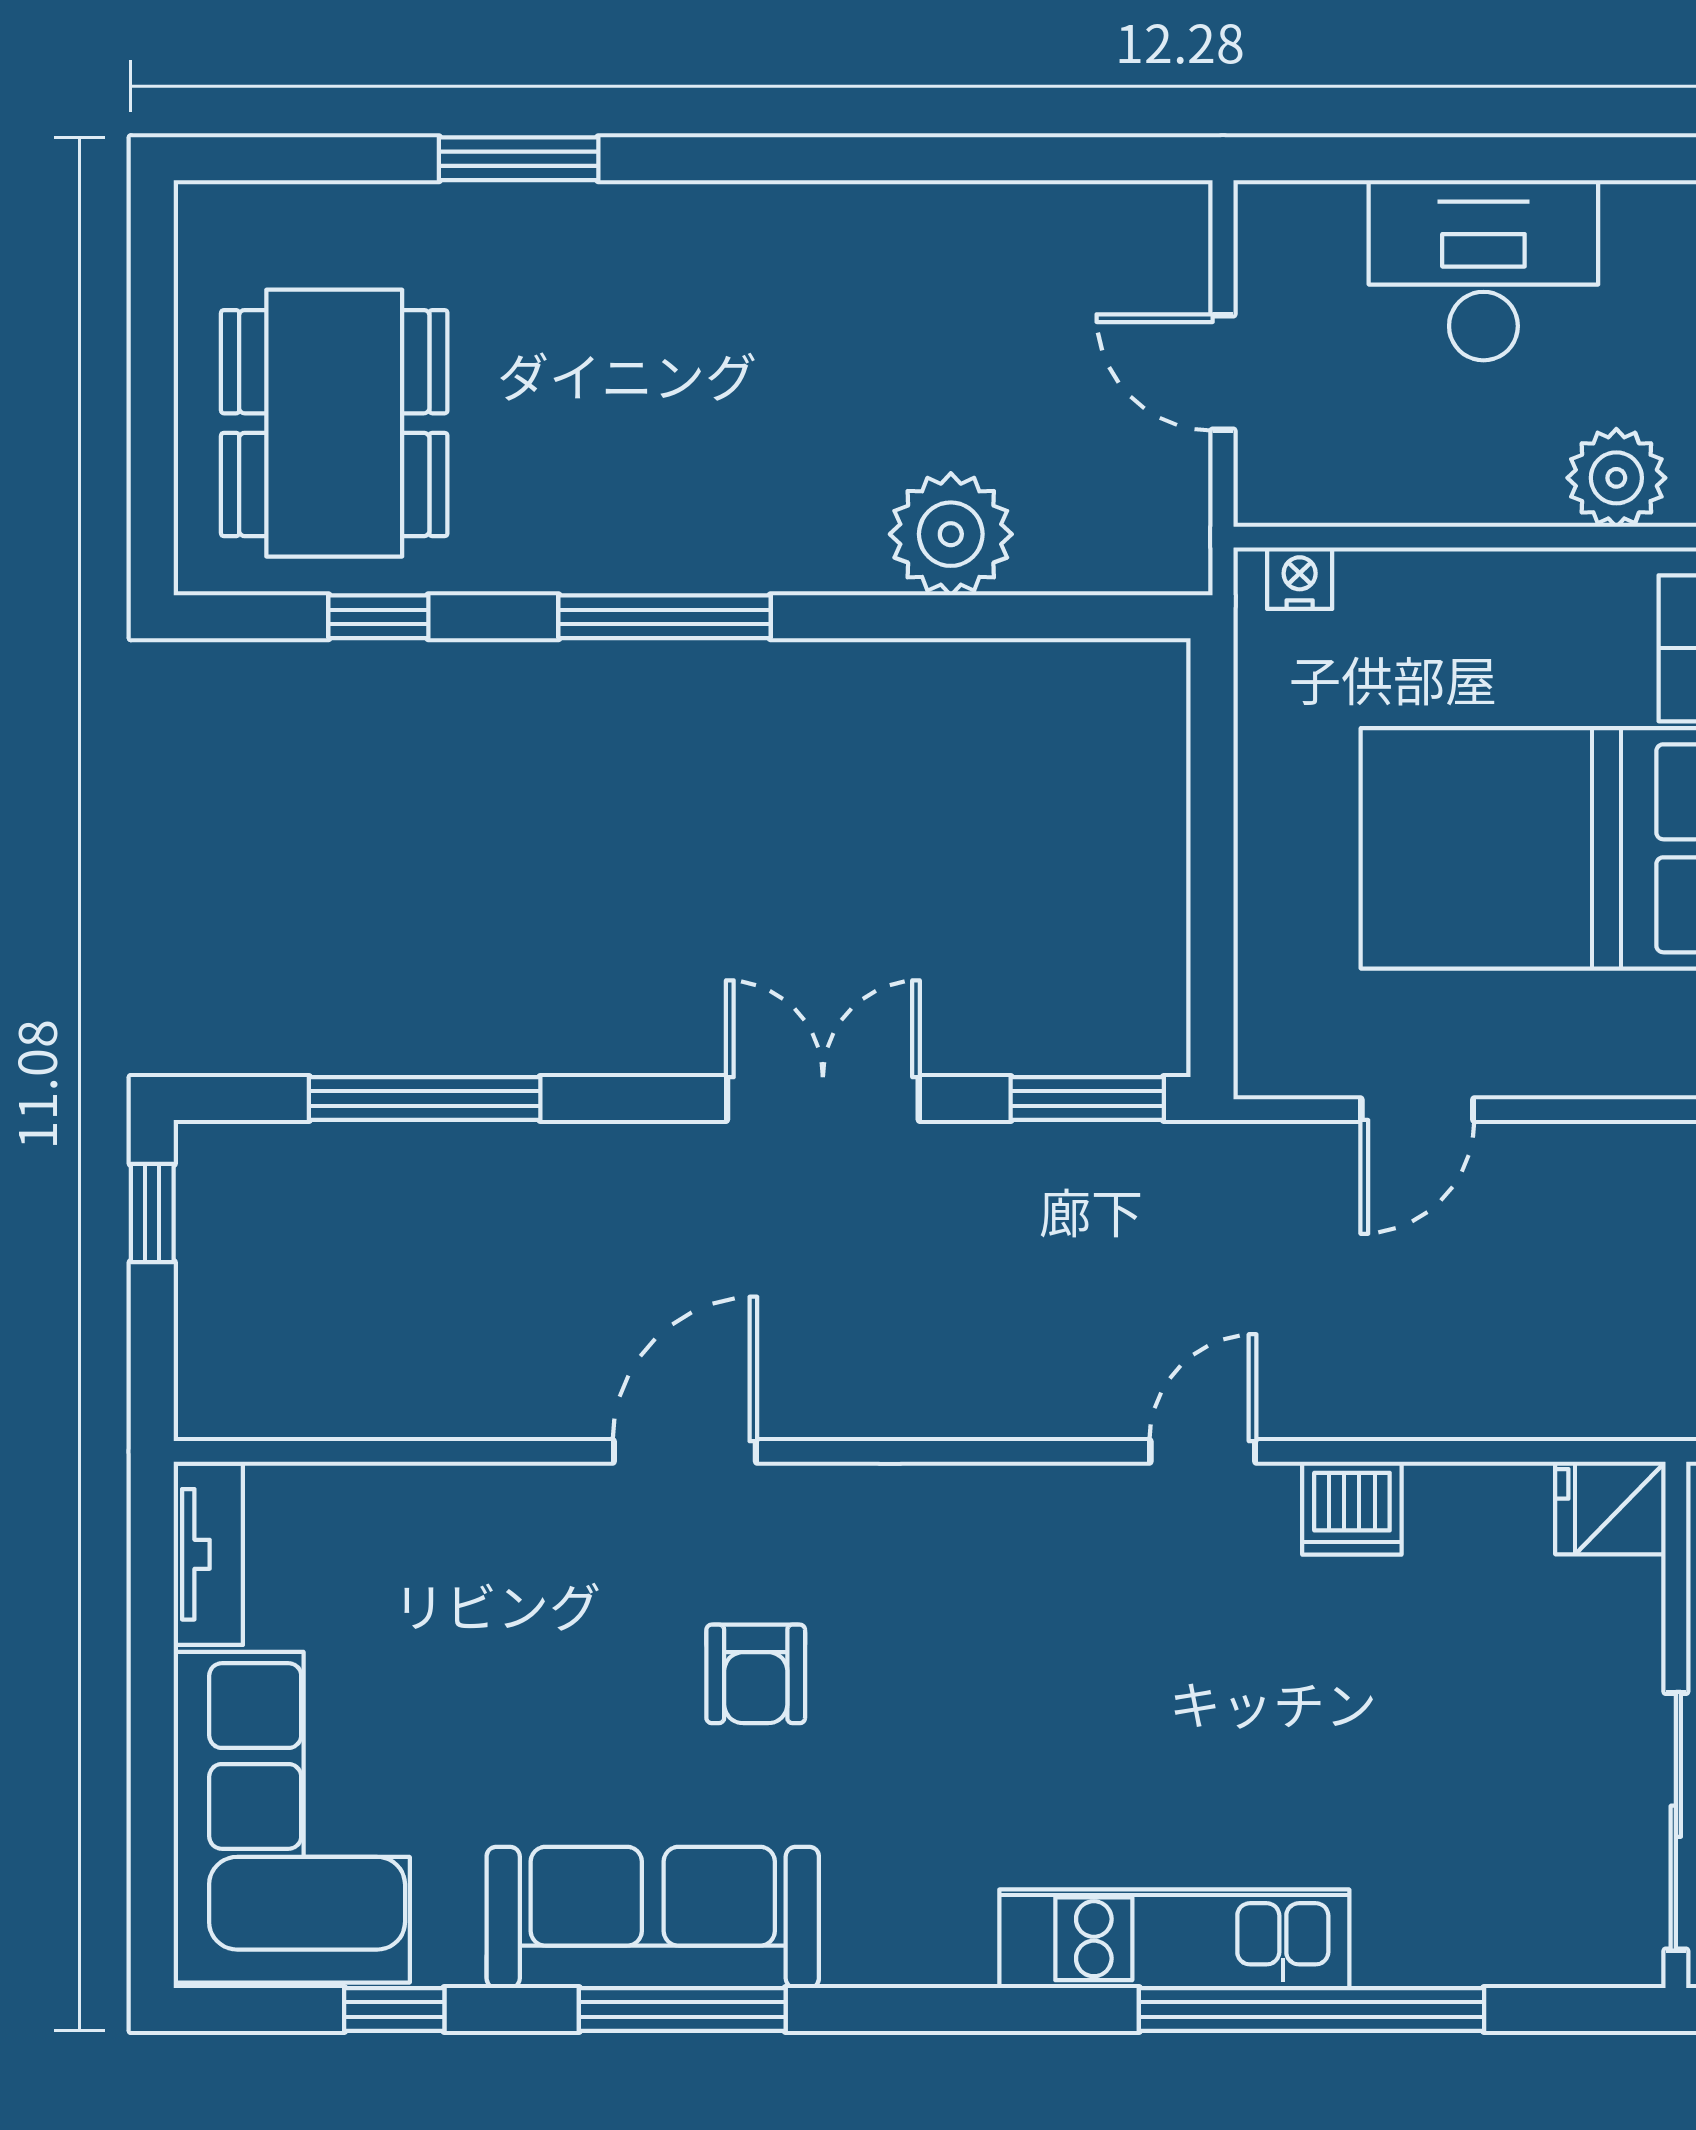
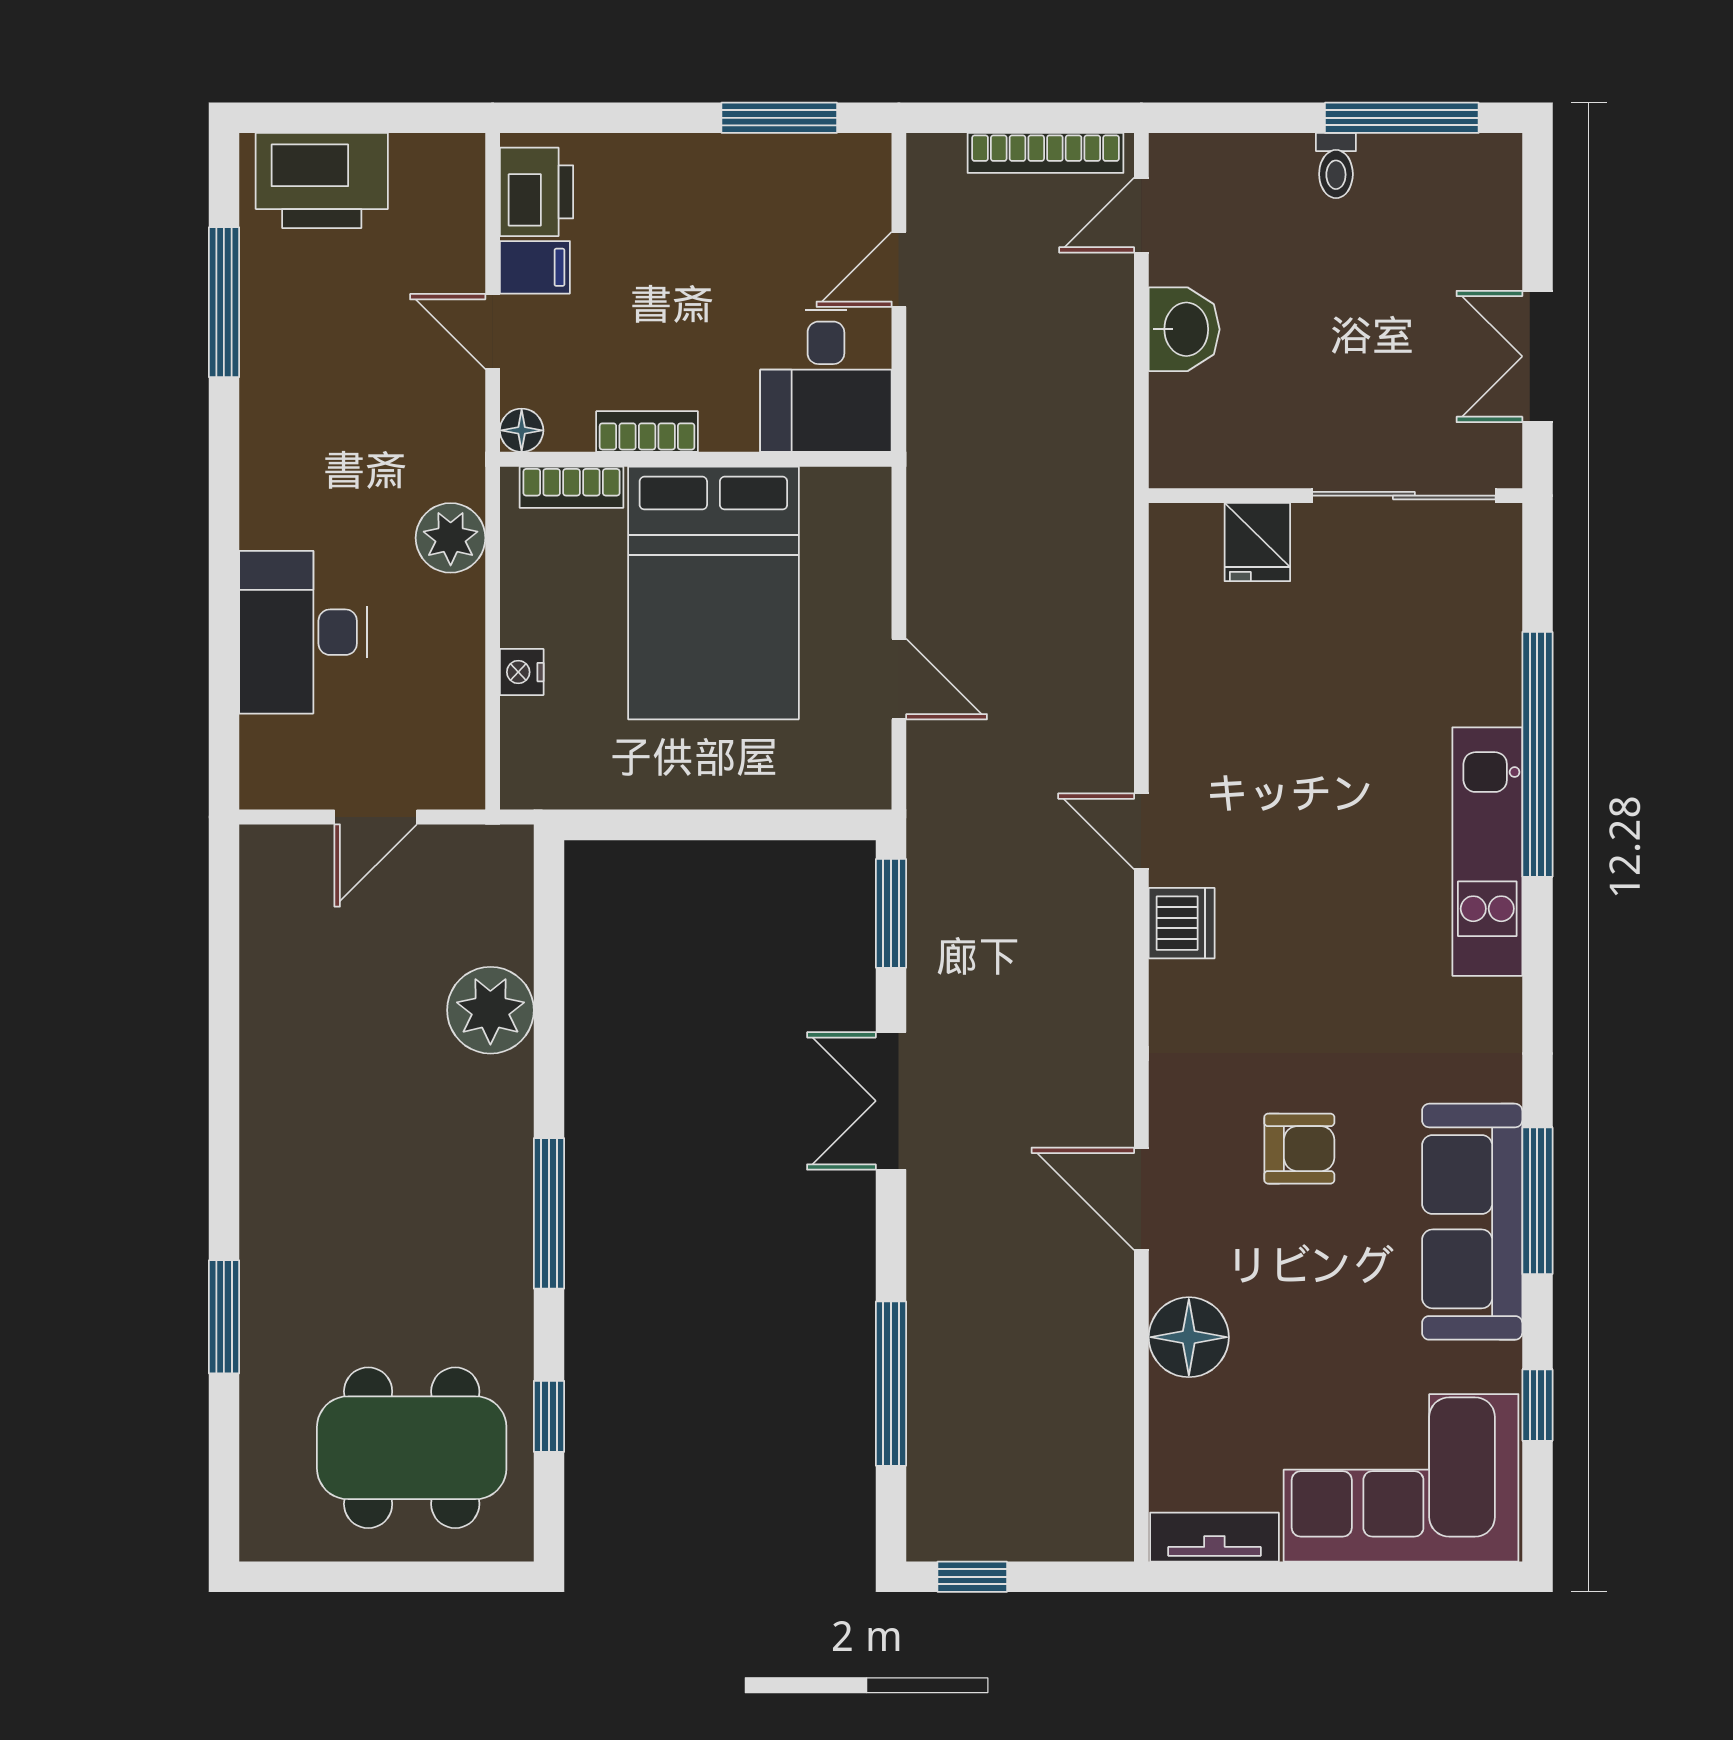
nightstand: (1300, 578) -> (522, 672), moved
dishwasher: (1352, 1508) -> (1182, 923), moved
fridge: (1610, 1508) -> (1257, 542), moved
floor lamp: (490, 1518) -> (1189, 1337), added

